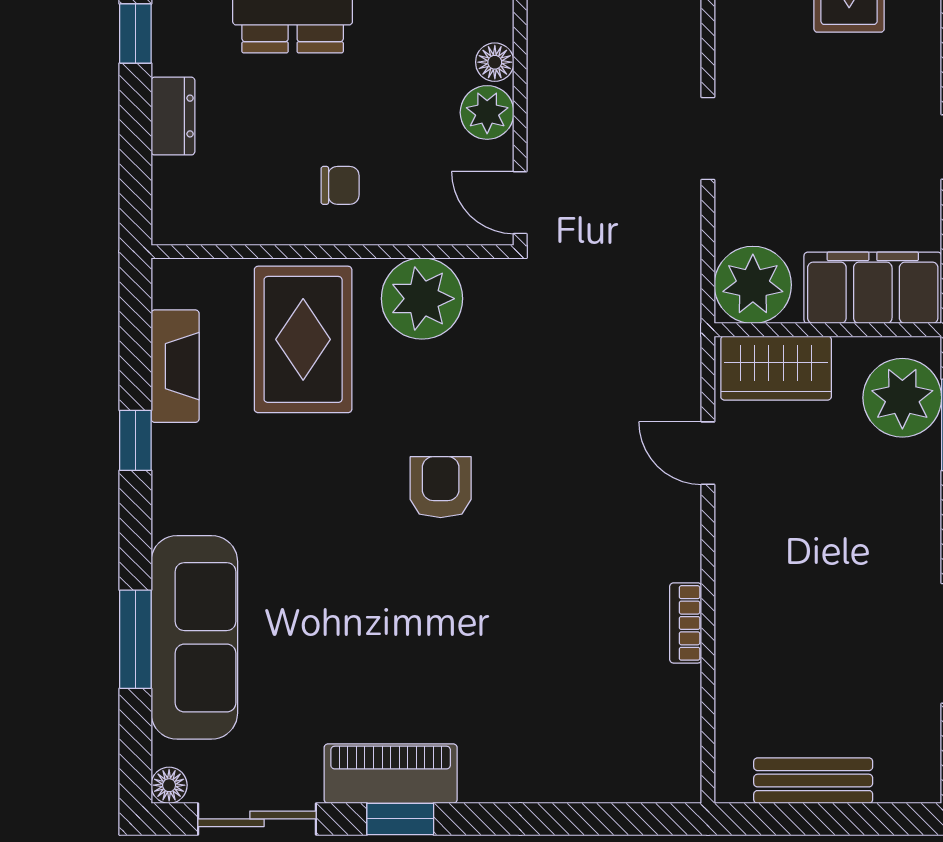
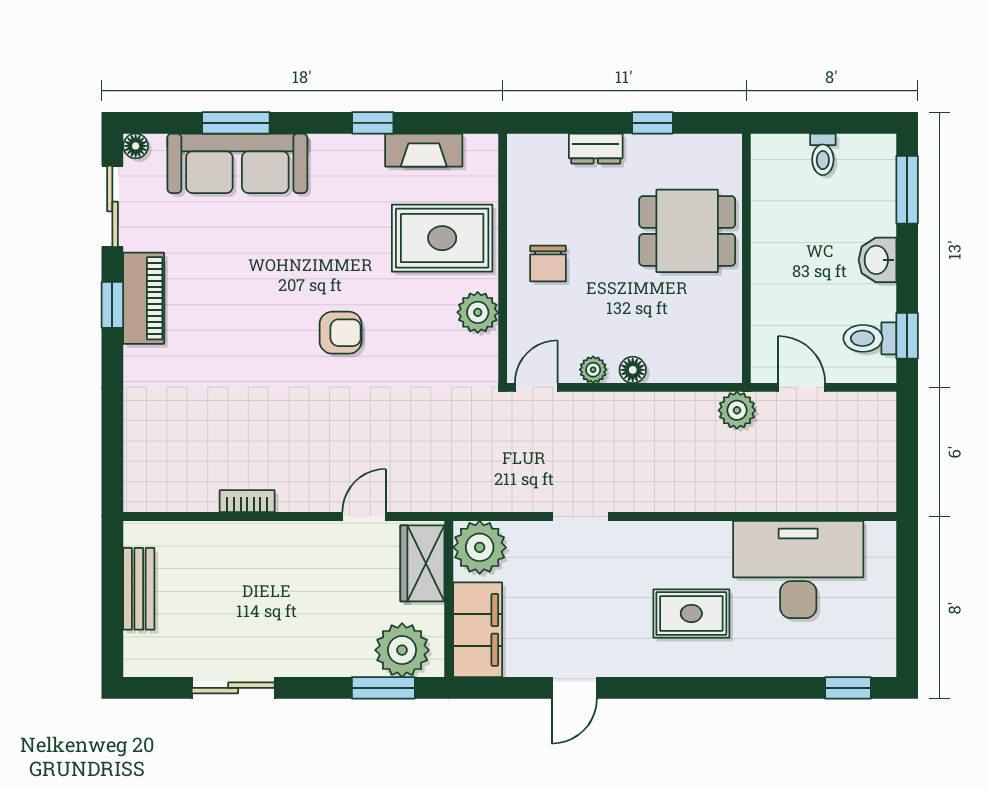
plant: (487, 112) -> (593, 370), width x0.73, depth x0.73
chair: (340, 185) -> (548, 264), width x1.37, depth x1.37
plant: (422, 299) -> (478, 312), width x0.73, depth x0.73

